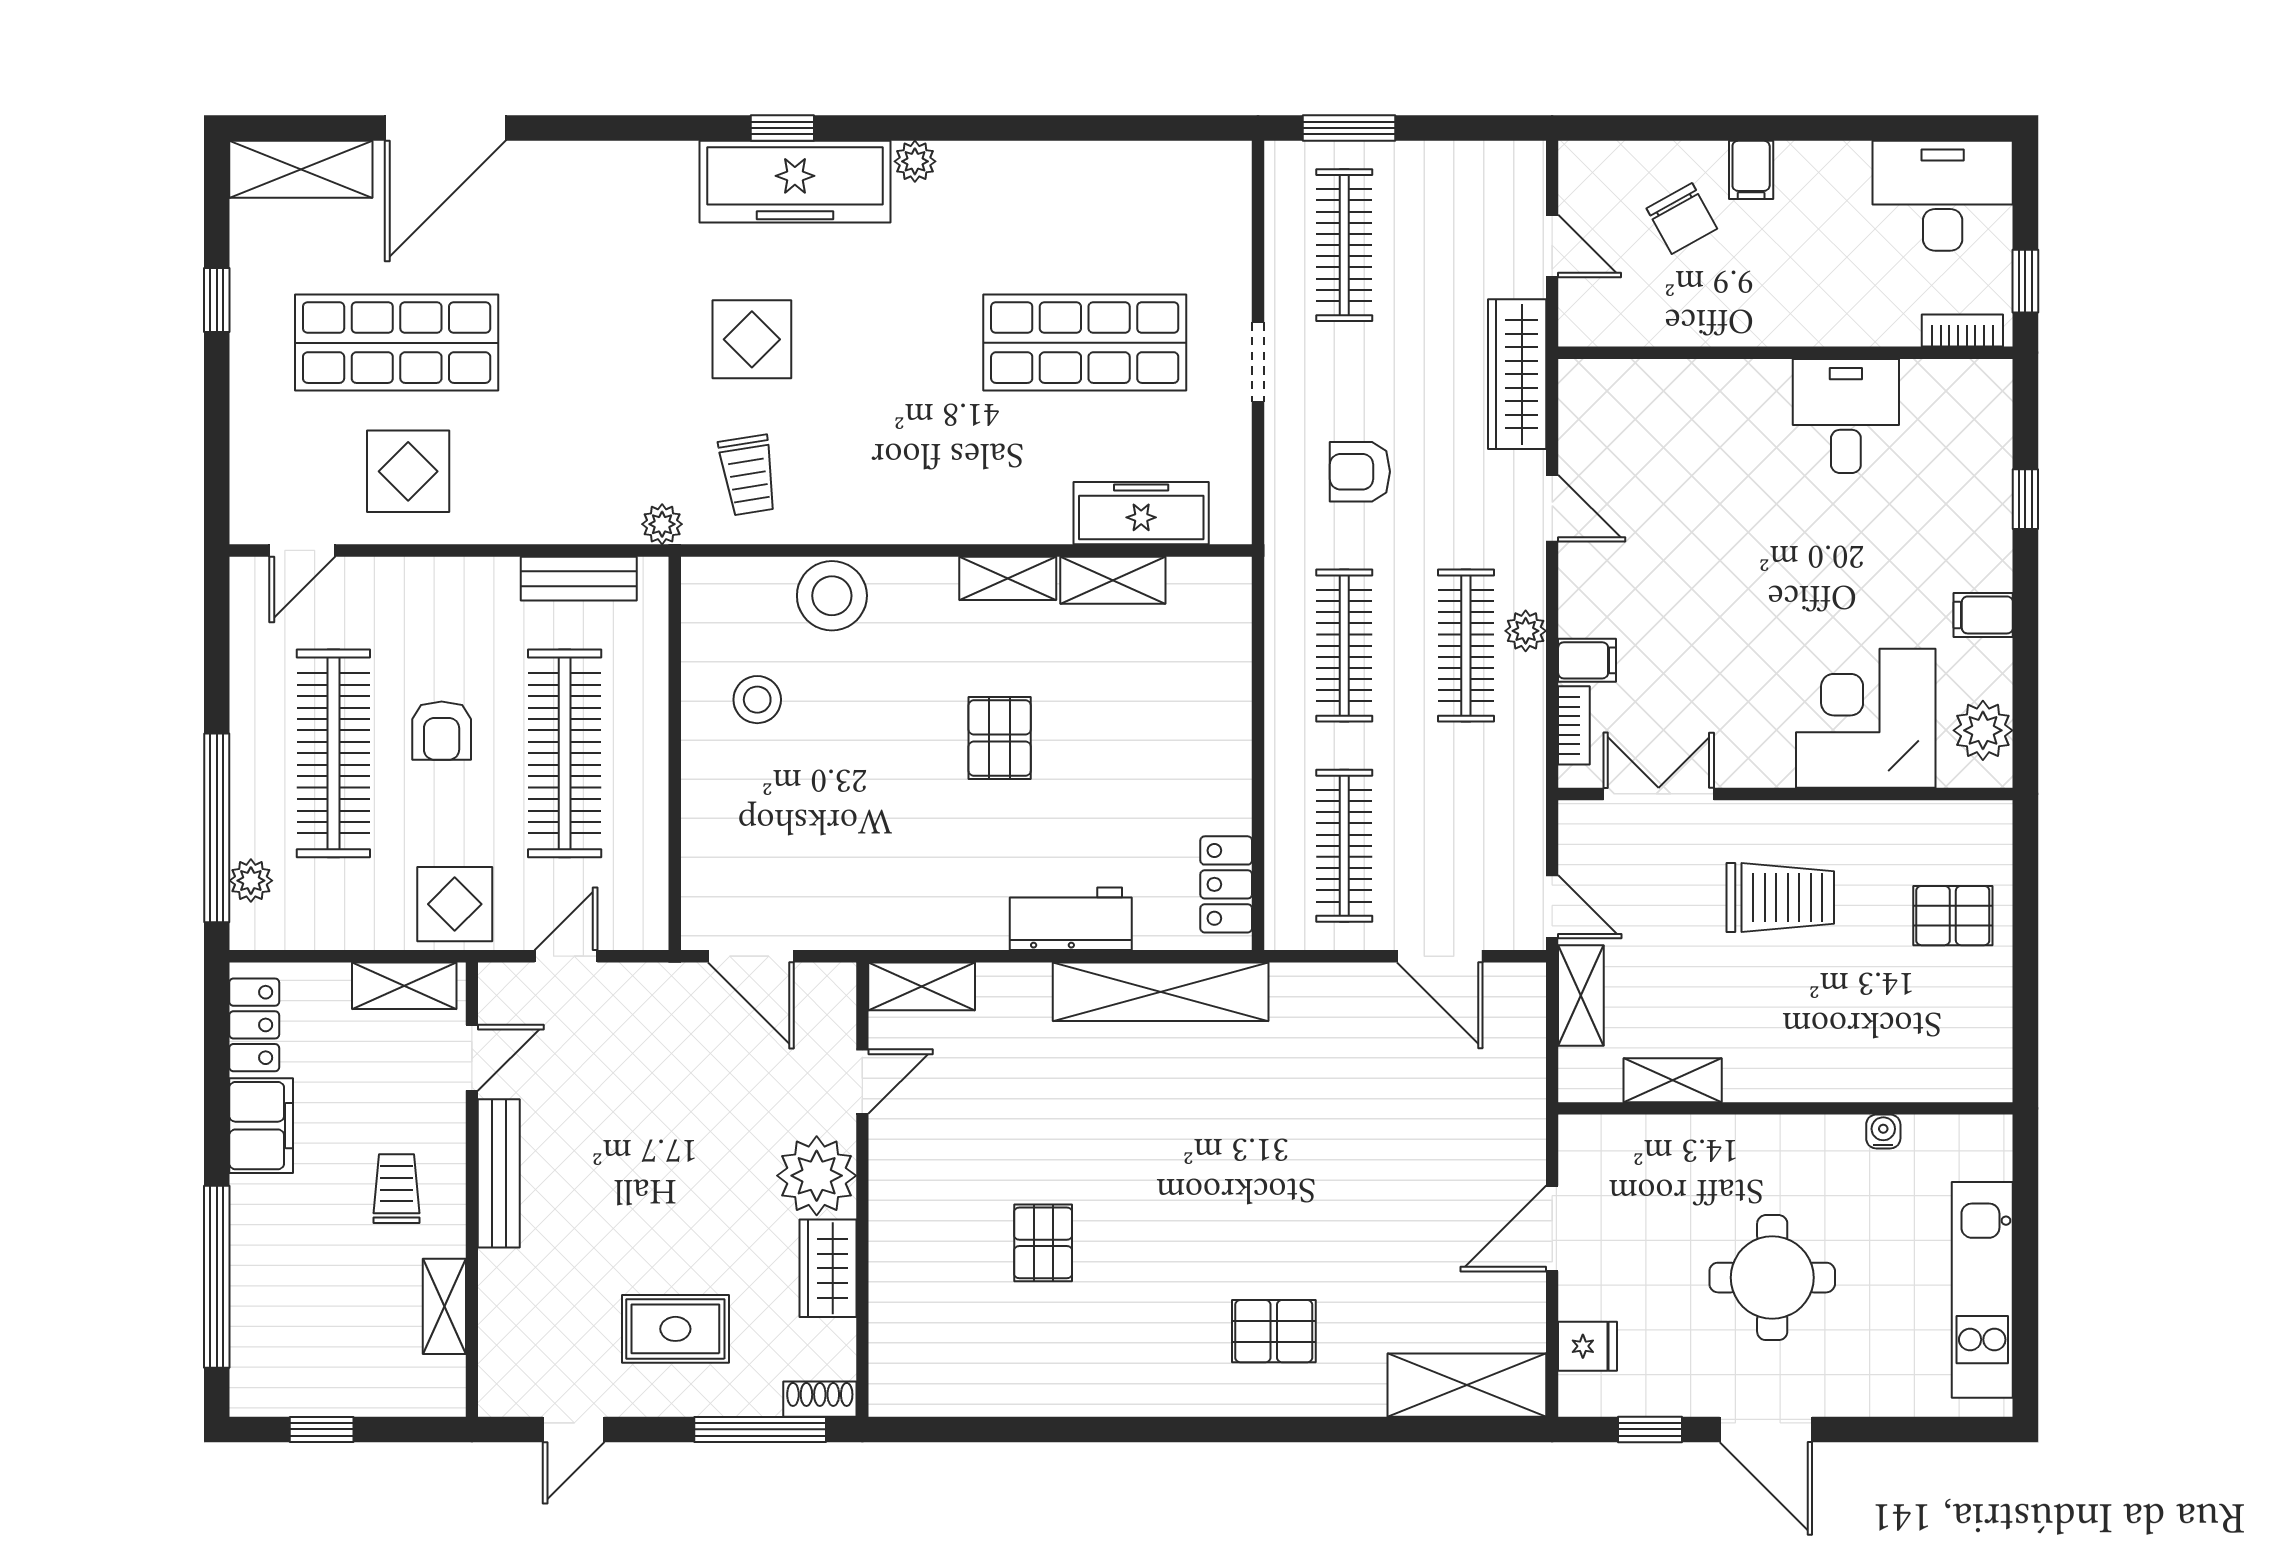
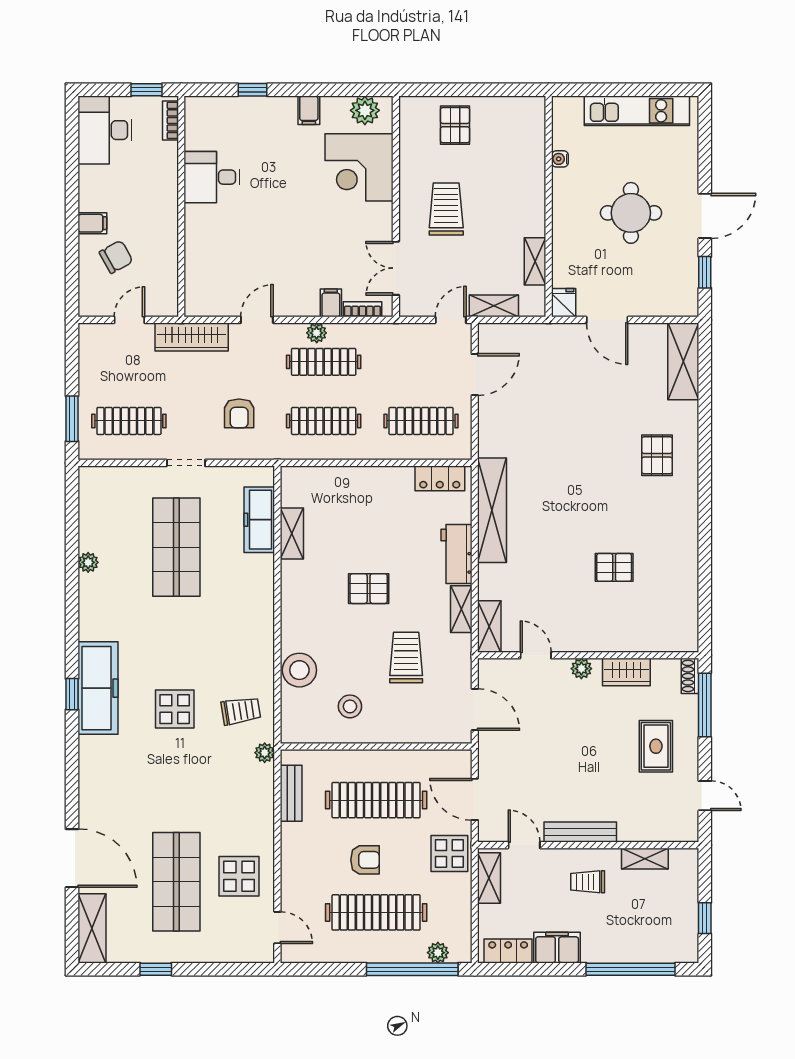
plant: (915, 161) -> (88, 562), moved
shelving: (1008, 578) -> (461, 609), moved
trolley: (858, 815) -> (406, 657), added
door: (566, 956) -> (475, 799), width x1.38
door: (751, 956) -> (475, 710), hinge flipped
plant: (817, 1176) -> (581, 669), width x0.53, depth x0.53
fridge: (1588, 1346) -> (564, 303), moved

